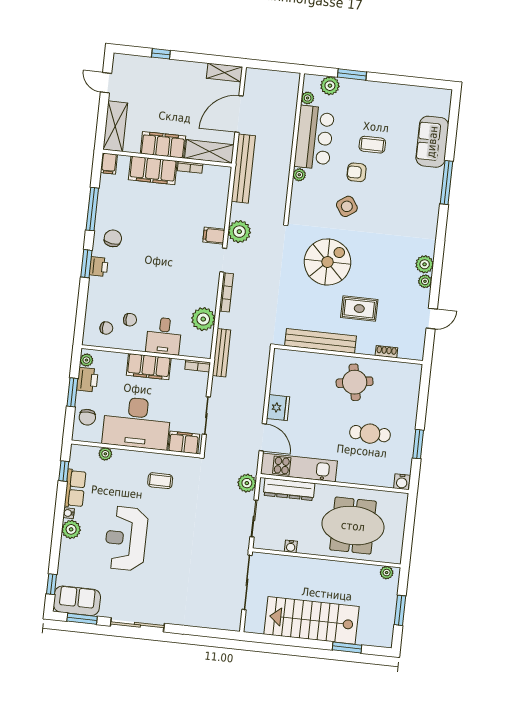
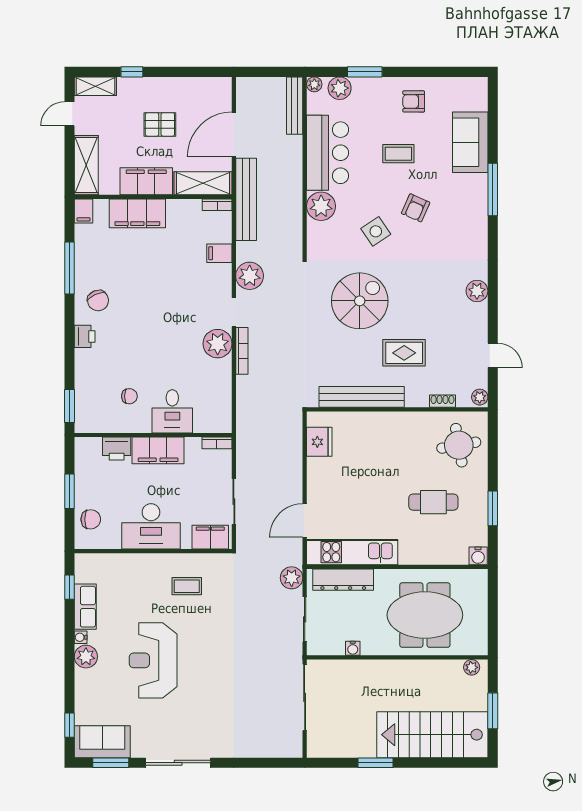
shelving: (224, 73) -> (95, 86), moved
door: (106, 83) -> (70, 114), hinge flipped
plant: (308, 98) -> (314, 84), moved
pallet: (179, 99) -> (160, 124), added
armchair: (389, 103) -> (414, 101), added
bookcase: (190, 167) -> (217, 205), moved
armchair: (357, 172) -> (416, 208), moved, turned -66
plant: (299, 175) -> (321, 206), width x1.88, depth x1.88
filing cabinet: (214, 236) -> (219, 253), moved
chair: (113, 238) -> (98, 301), turned 147
window: (86, 264) -> (70, 406), moved
plant: (425, 281) -> (480, 397), moved
plant: (203, 319) -> (218, 344), moved
door: (432, 319) -> (493, 355), hinge flipped
chair: (106, 328) -> (102, 409), removed
bench: (221, 353) -> (295, 106), moved
plant: (86, 360) -> (82, 451), removed
printer: (87, 380) -> (117, 449), moved, turned 90
round table: (355, 382) -> (459, 445), moved
fridge: (278, 408) -> (319, 442), moved
chair: (87, 417) -> (91, 519), turned -90
desk: (137, 423) -> (151, 526), width x0.73, depth x0.77
door: (263, 437) -> (305, 520), swing flipped
plant: (105, 454) -> (117, 561), removed
stairs: (311, 620) -> (432, 735), moved
window: (347, 647) -> (375, 763), moved

